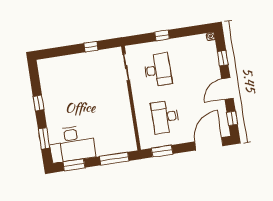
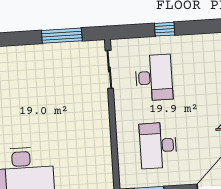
window: (91, 47) -> (62, 36), width x2.17

